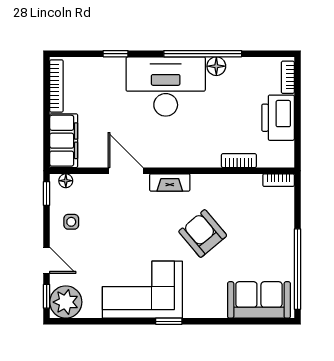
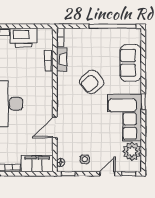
fireplace: (170, 182) -> (62, 59), moved
sofa: (259, 300) -> (131, 63), moved
plant: (66, 302) -> (132, 151), moved

